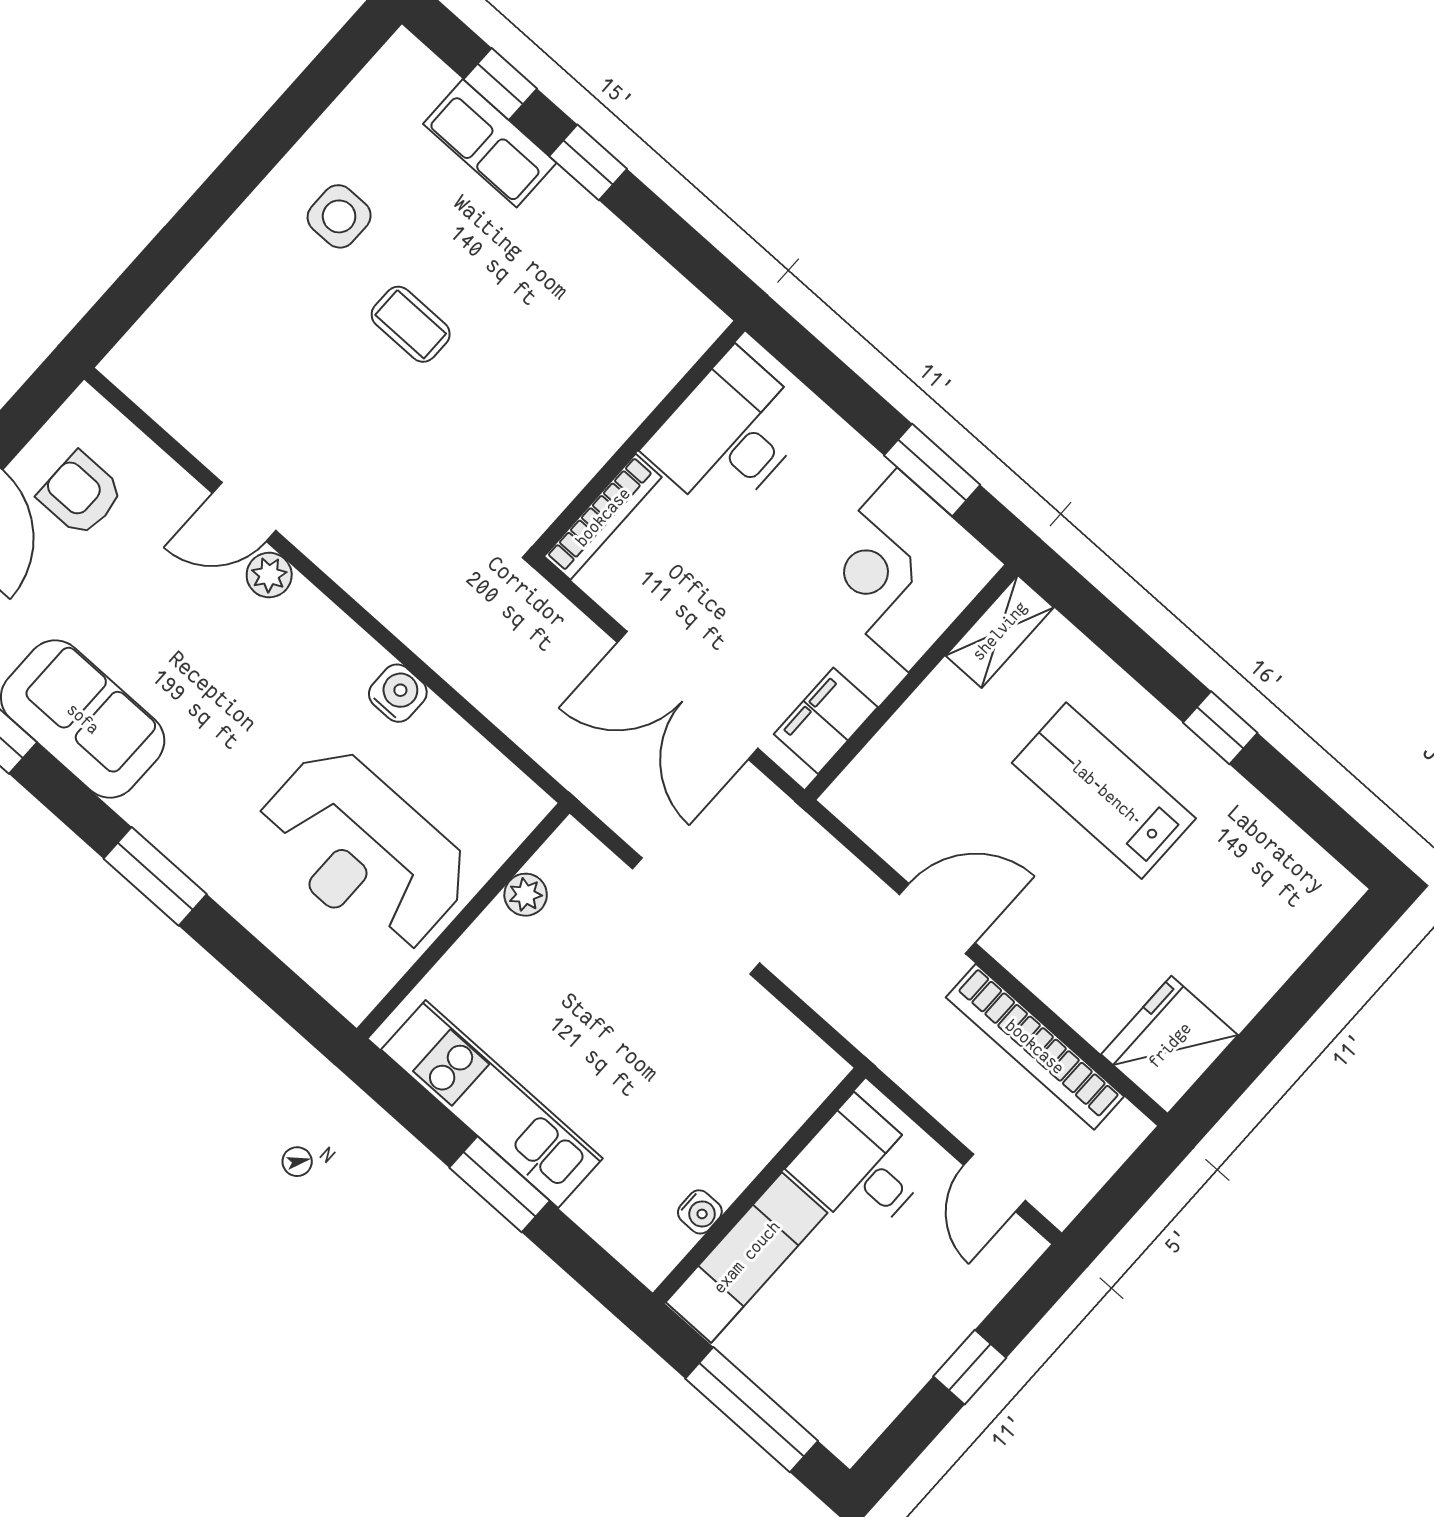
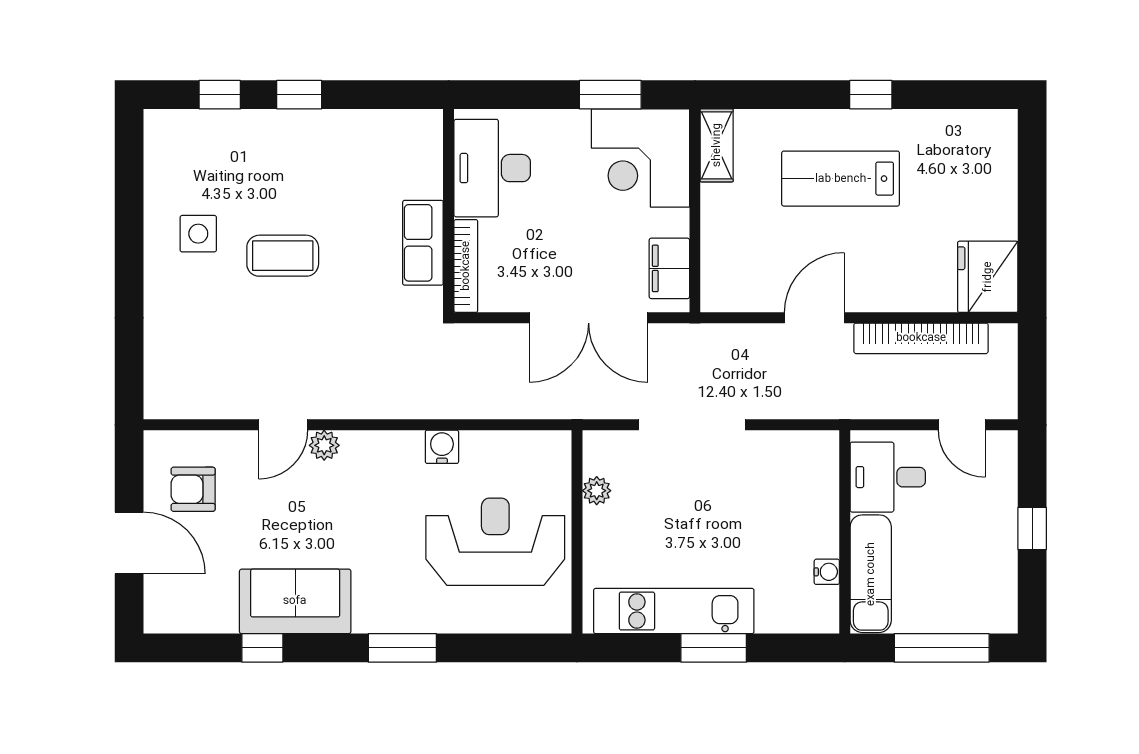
row of seats: (490, 143) -> (423, 243), moved, turned 90
coffee table: (411, 324) -> (283, 256), width x1.36, depth x1.30
reception desk: (363, 851) -> (495, 542), turned 180

